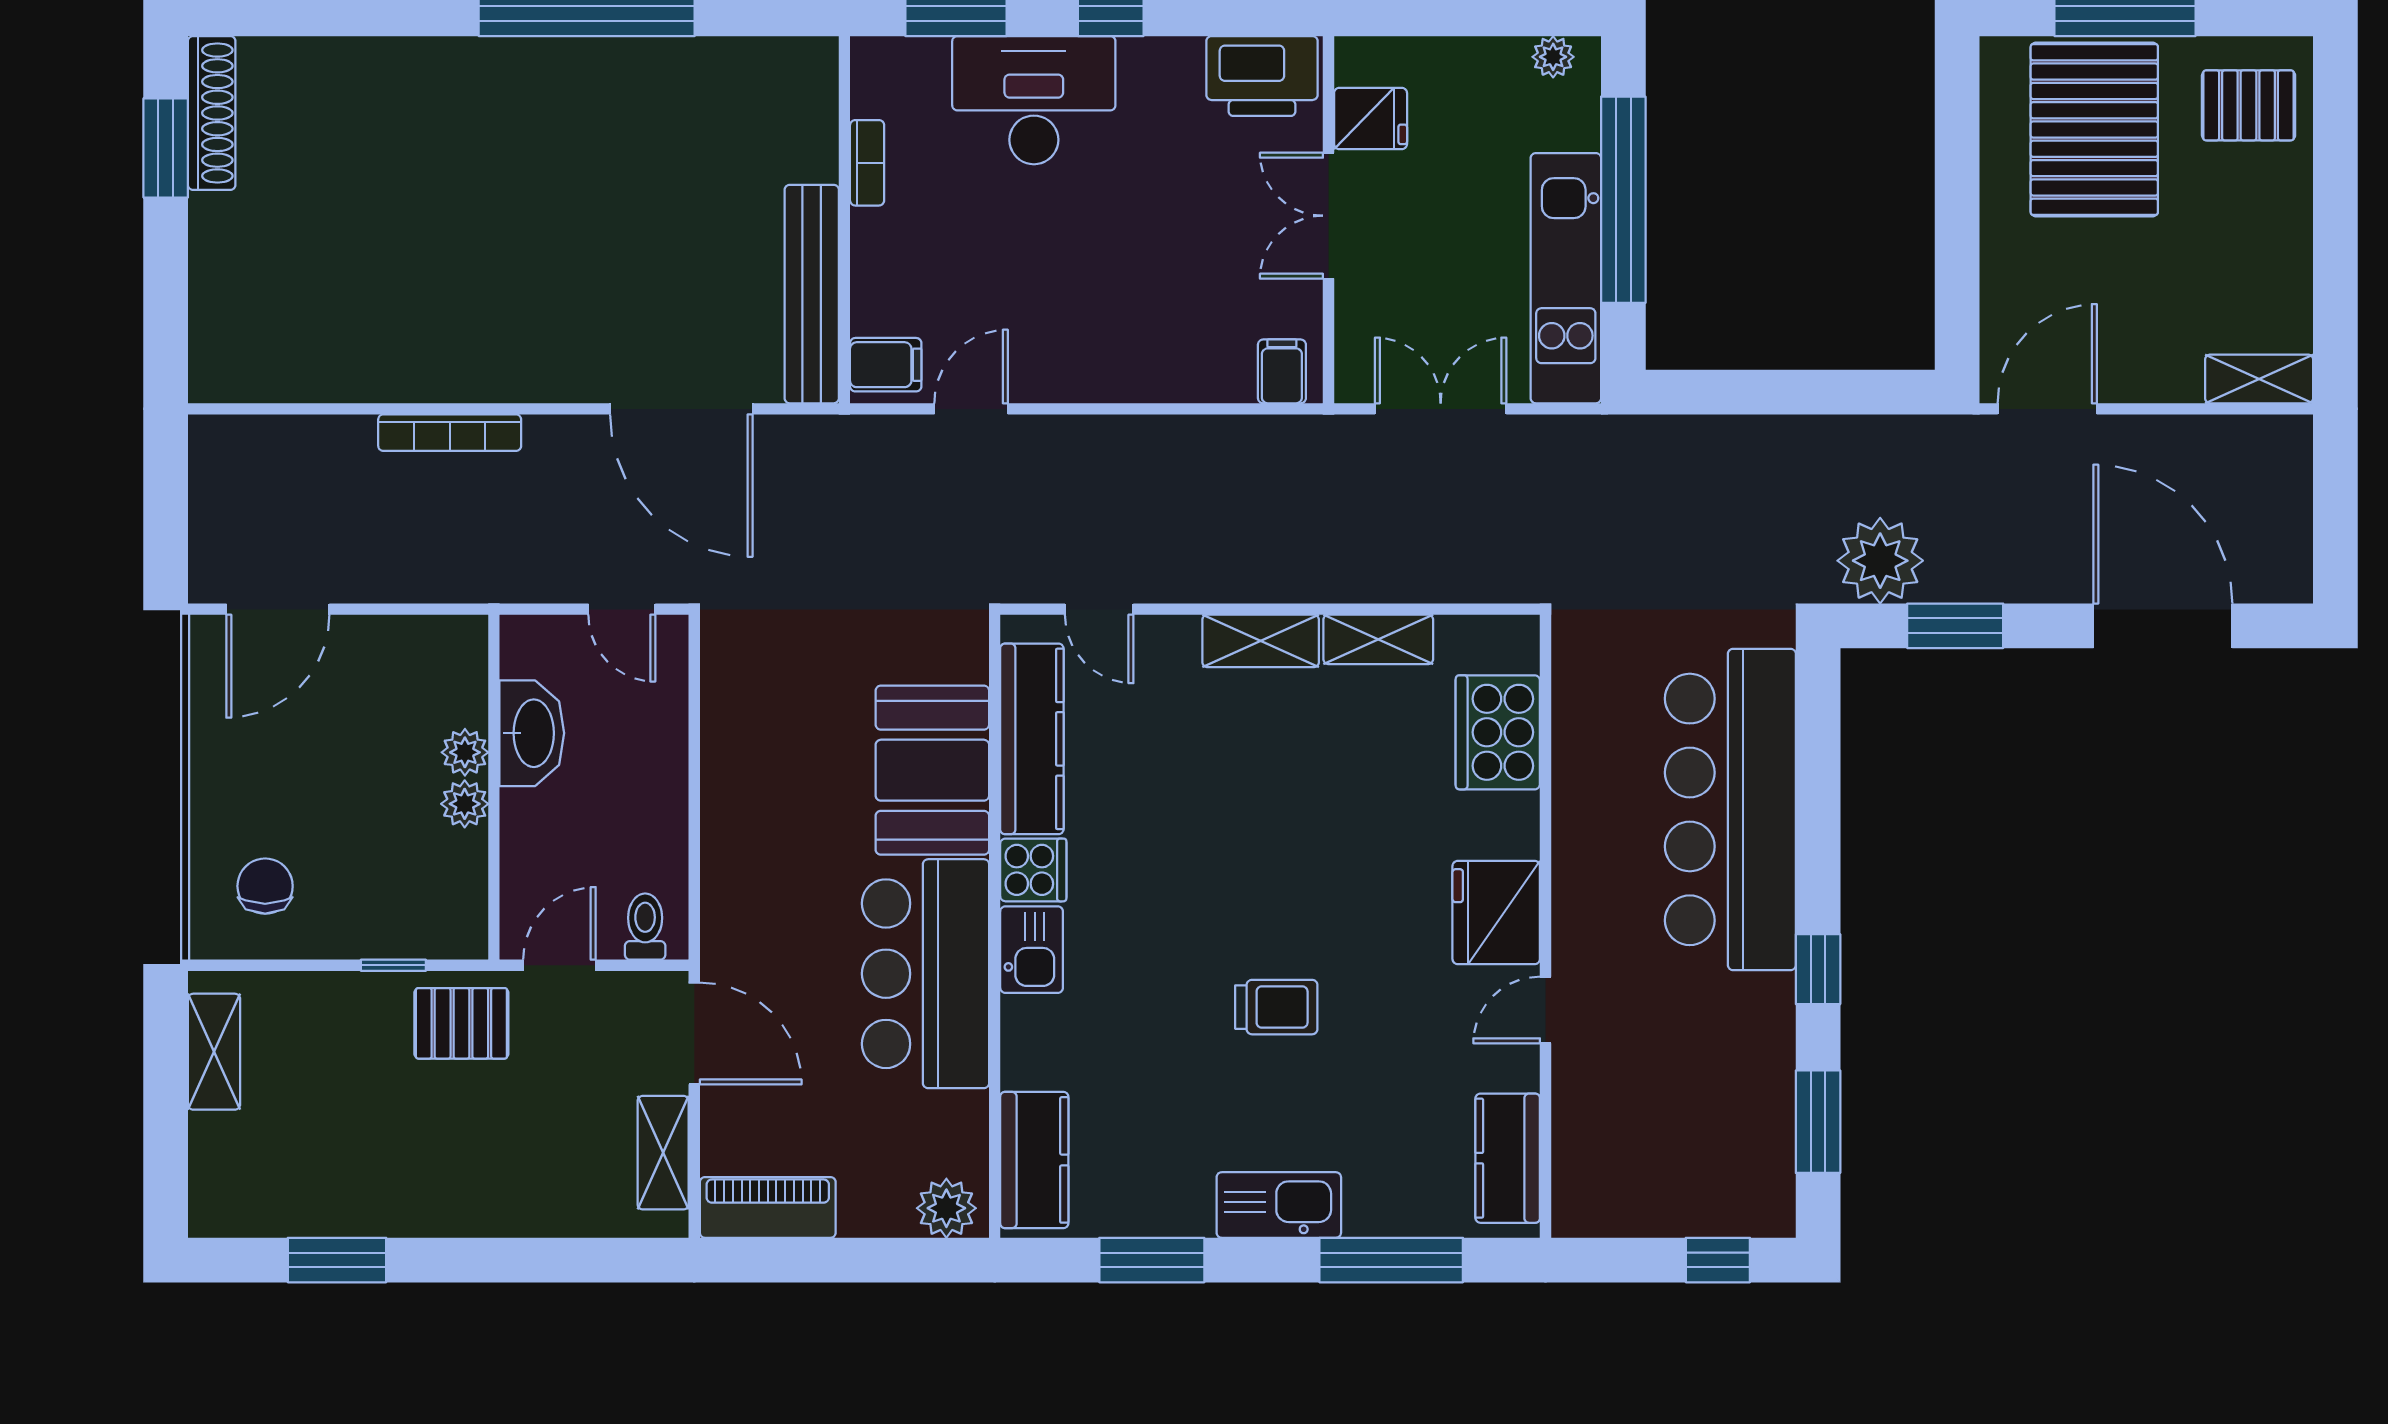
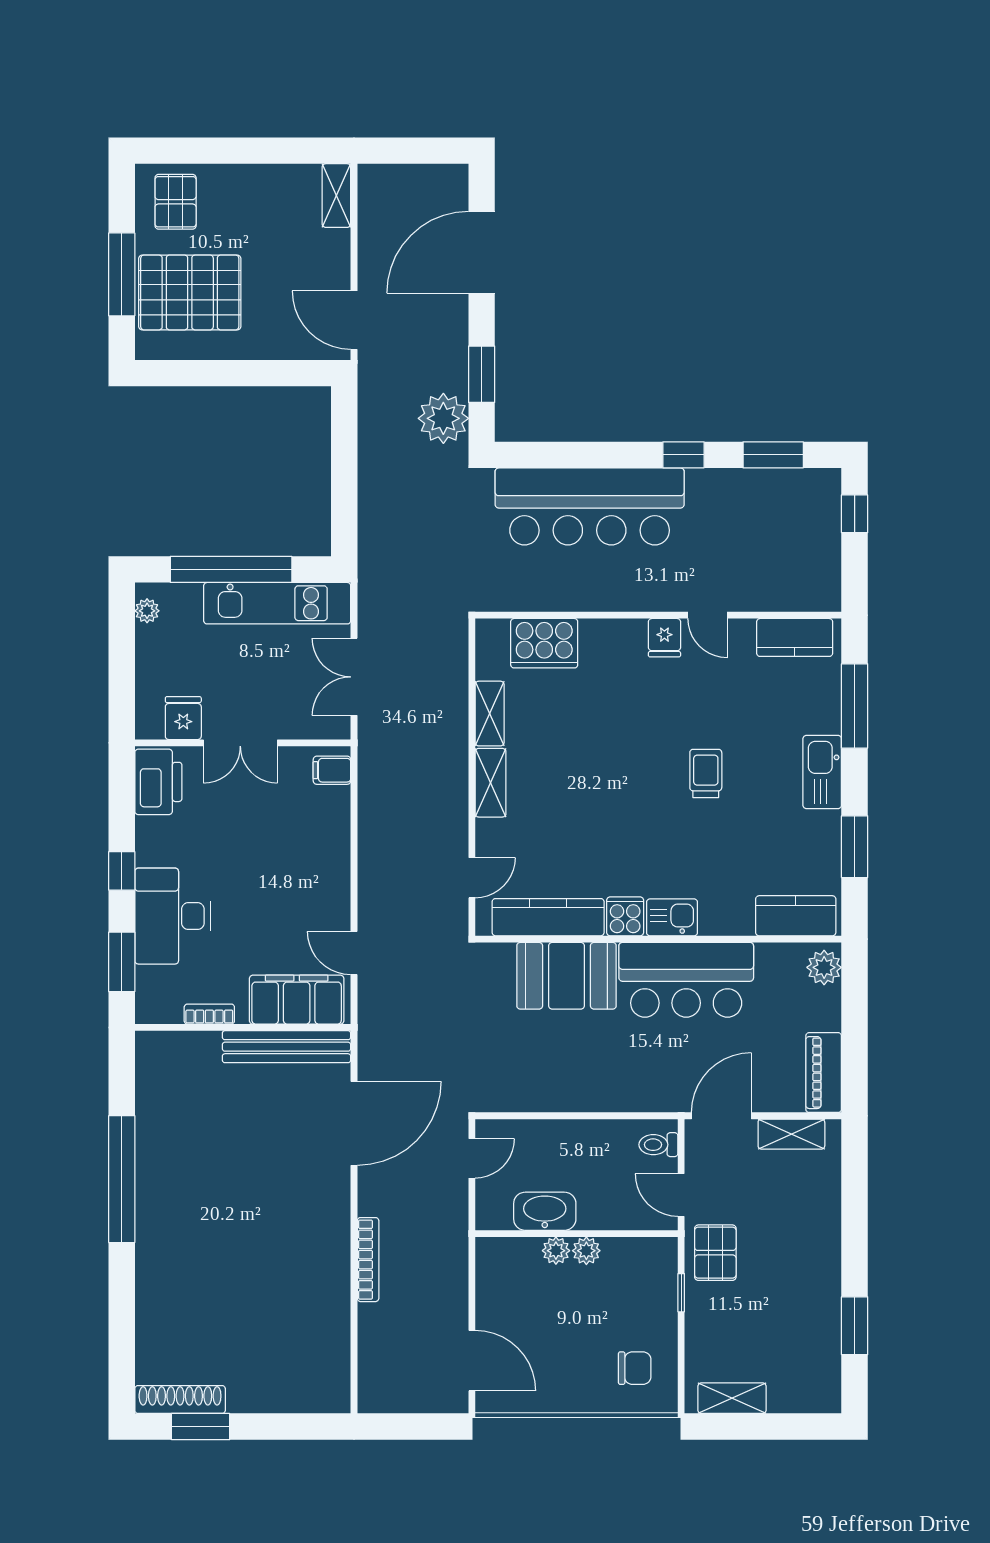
filing cabinet: (886, 365) -> (297, 1000), width x3.00, depth x1.17
chair: (265, 886) -> (635, 1368), turned 180
fridge: (1496, 913) -> (664, 638), width x0.53, depth x0.75

